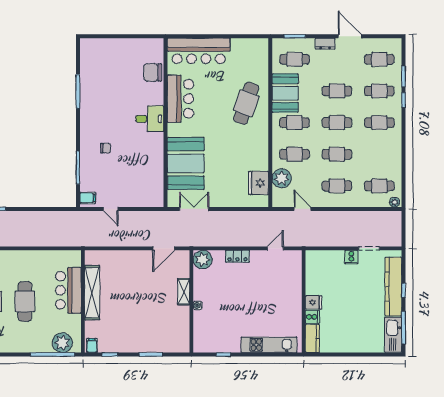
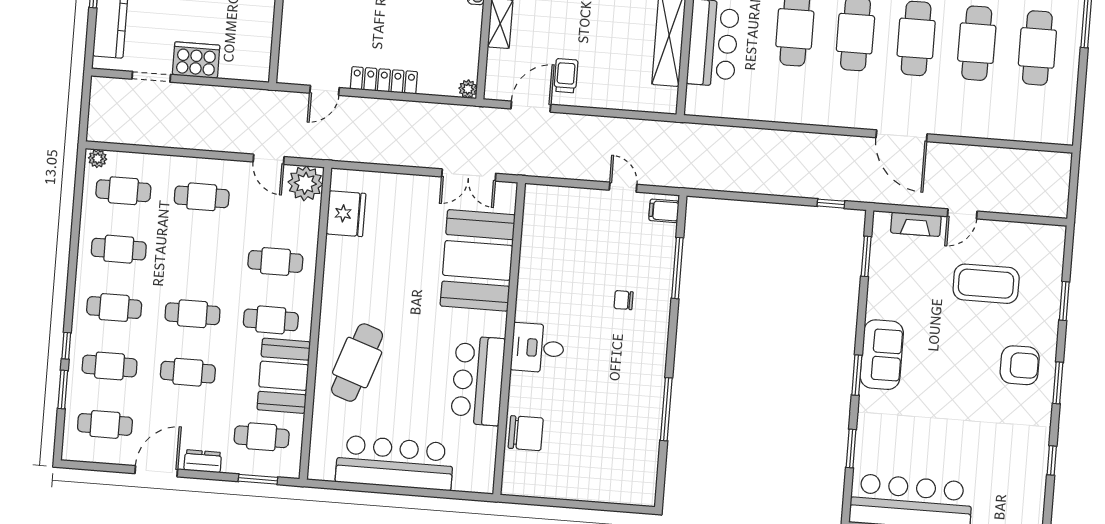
door: (350, 36) -> (156, 471), swing flipped
bar counter: (199, 51) -> (395, 463), moved
cafe table: (337, 154) -> (119, 249), moved
plant: (282, 178) -> (305, 183), moved
locker: (237, 256) -> (384, 80), width x1.53
cooker: (351, 257) -> (196, 60), width x1.87, depth x1.31
plant: (203, 260) -> (468, 89), width x0.53, depth x0.53
trolley: (146, 266) -> (566, 76), added

